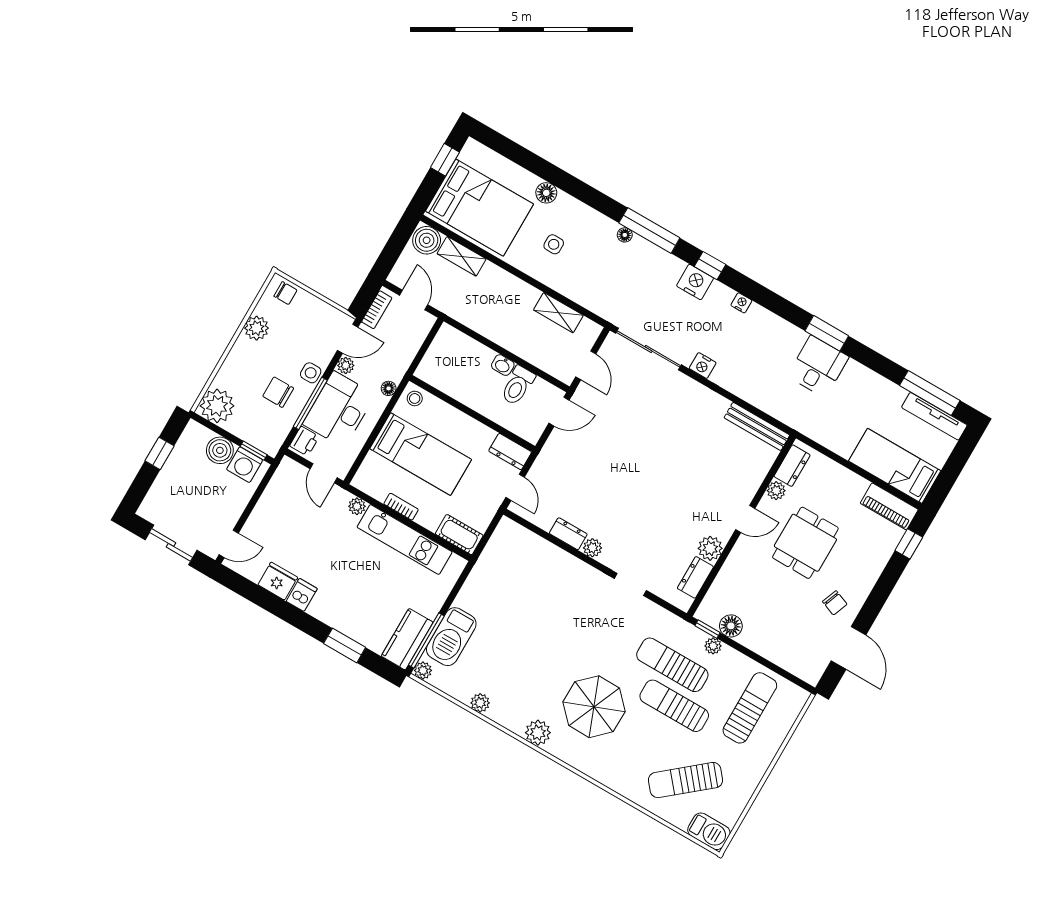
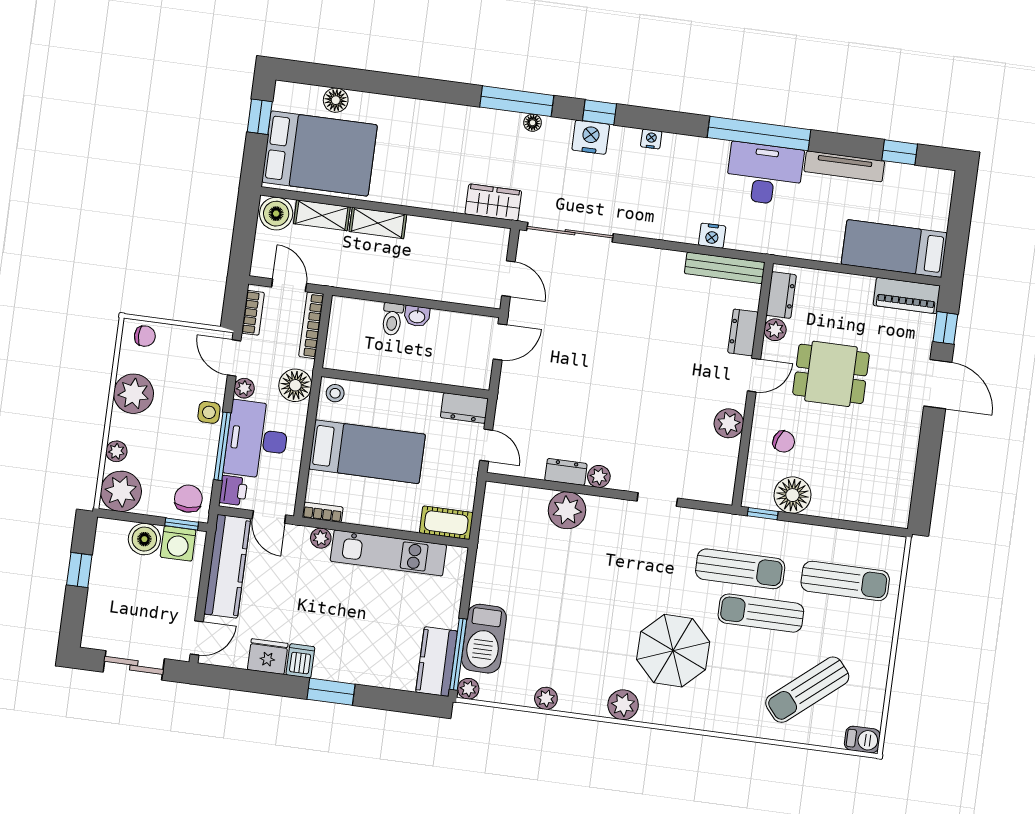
floor lamp: (546, 193) -> (336, 100), moved
floor lamp: (625, 235) -> (533, 123), moved
side table: (554, 244) -> (418, 160), removed
wardrobe: (599, 301) -> (493, 202), added
shelving: (558, 313) -> (378, 223), moved
plant: (257, 328) -> (134, 394), width x1.36, depth x1.36
window: (827, 333) -> (759, 134), width x2.11
bookcase: (418, 338) -> (311, 325), added
door: (348, 339) -> (234, 358), swing flipped
nightstand: (703, 366) -> (712, 236), moved
desk: (818, 366) -> (764, 174), width x1.37
plant: (226, 373) -> (116, 451), added
toilet: (518, 386) -> (392, 319), moved, width x0.73, depth x0.72
floor lamp: (389, 388) -> (295, 385), width x1.89, depth x1.89
chair: (278, 392) -> (188, 499), moved, turned 90
window: (930, 393) -> (900, 152), width x0.46
tv unit: (934, 416) -> (844, 166), moved
kitchen counter: (275, 498) -> (227, 566), added
bookcase: (401, 507) -> (323, 512), moved
dining table: (805, 543) -> (831, 374), turned 90
dresser: (695, 577) -> (743, 332), moved
chair: (835, 603) -> (784, 442), moved
floor lamp: (731, 626) -> (793, 495), width x1.38, depth x1.38
window: (345, 645) -> (331, 692), moved
plant: (713, 646) -> (567, 510), moved, width x1.88, depth x1.88
door: (849, 648) -> (938, 384), moved
sun lounger: (672, 665) -> (740, 569), turned 180
sun lounger: (750, 708) -> (845, 581), turned 90
barbecue: (709, 831) -> (862, 740), width x0.73, depth x0.79

